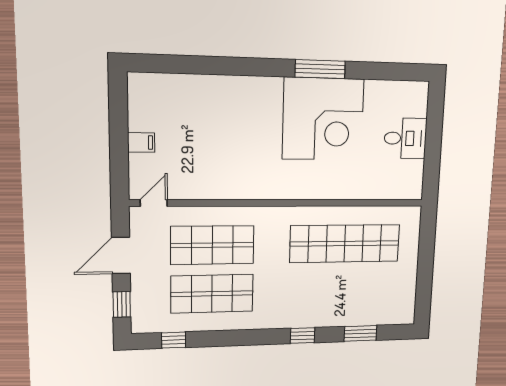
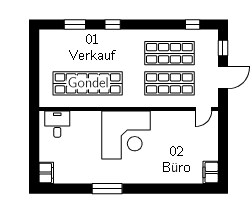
filing cabinet: (417, 99) -> (46, 173), added
corner desk: (323, 119) -> (126, 135), moved, turned 180
desk: (405, 138) -> (57, 124), moved, turned 90
filing cabinet: (141, 142) -> (211, 172), moved, width x2.00

